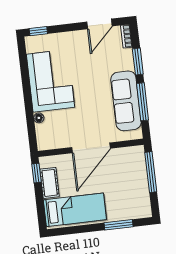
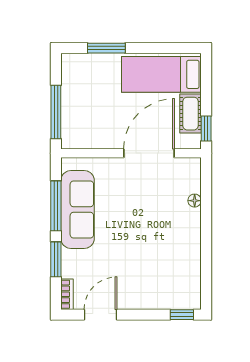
corner sofa: (50, 81) -> (174, 248), removed
door: (91, 148) -> (149, 153), moved

